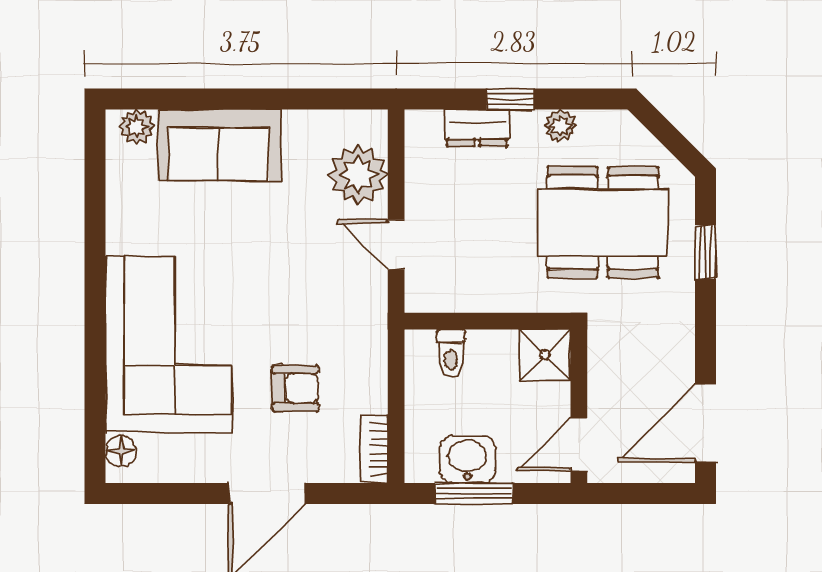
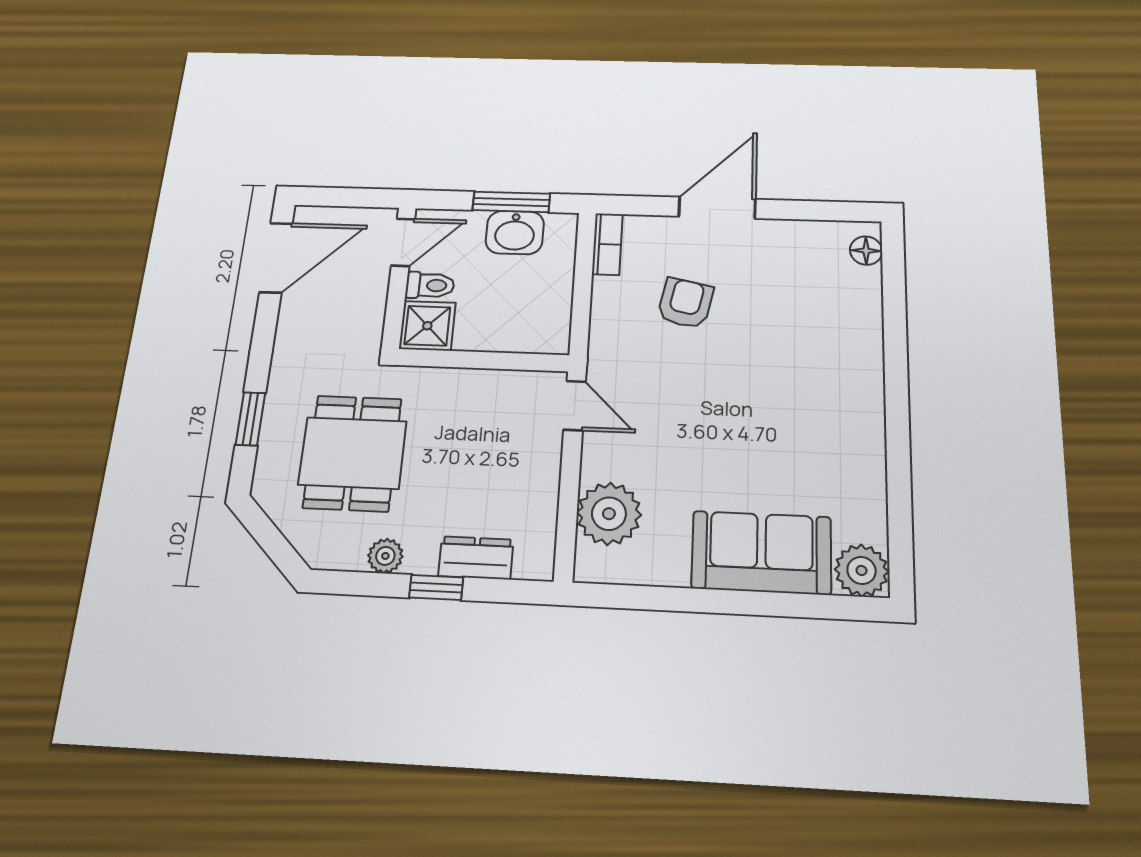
plant: (137, 127) -> (862, 570), width x1.38, depth x1.38
dining table: (603, 222) -> (353, 453), width x0.73
door: (396, 245) -> (575, 406), moved
corner sofa: (168, 344) -> (818, 350), removed
toilet: (451, 353) -> (430, 285), moved, turned 90
armchair: (295, 388) -> (685, 303), turned 102

